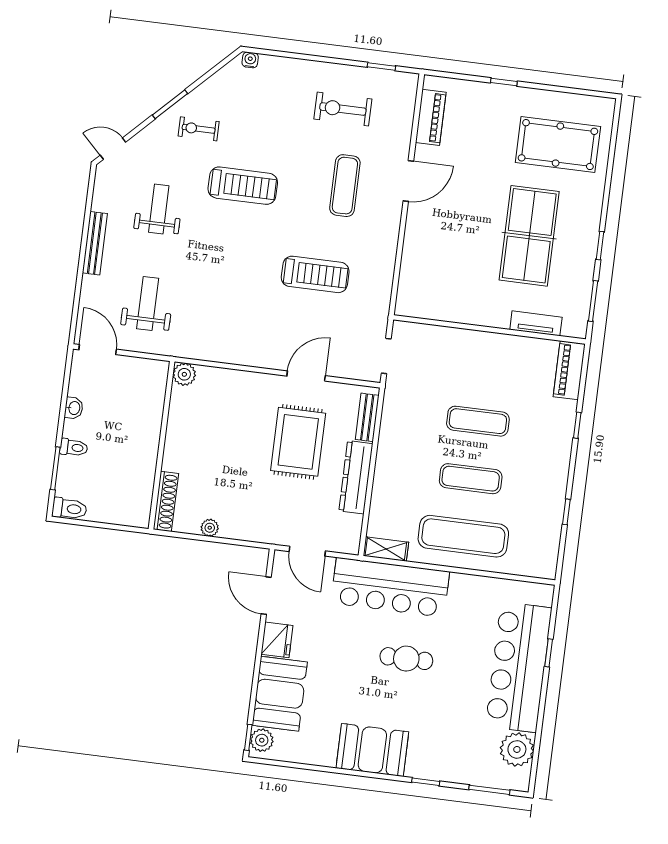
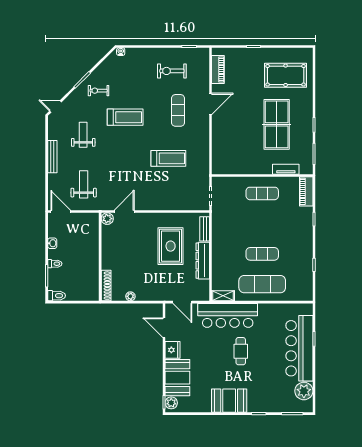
door: (306, 376) -> (124, 211), moved
exercise mat: (478, 421) -> (262, 193), moved
cafe table: (406, 659) -> (241, 351), turned 90

